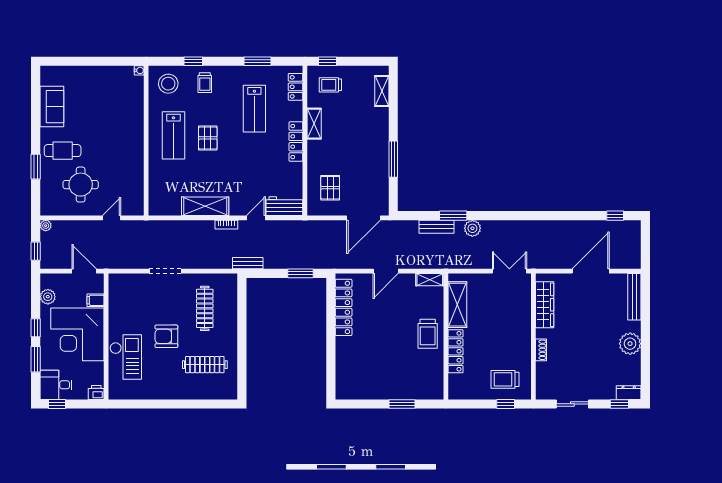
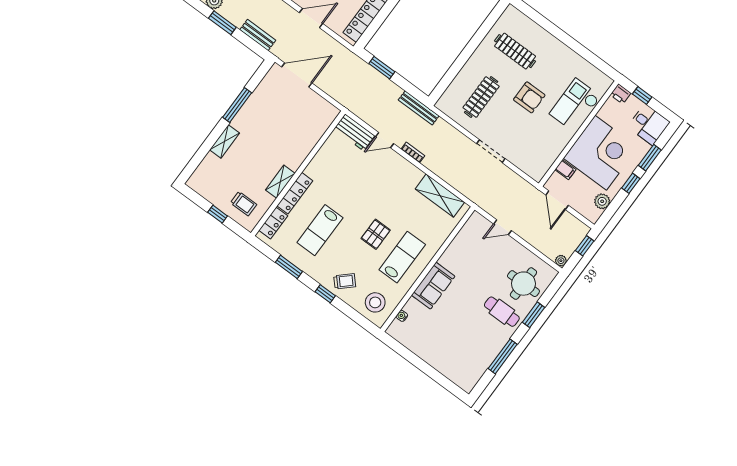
window: (193, 61) -> (325, 294), moved
window: (328, 61) -> (218, 214), moved
water cooler: (139, 70) -> (402, 316), moved
trolley: (205, 83) -> (345, 281), turned 47
shelving: (382, 91) -> (225, 141), moved
sofa: (52, 107) -> (433, 286), moved, turned 180
lab bench: (254, 109) -> (320, 230), turned 180
window: (36, 116) -> (503, 356), added
locker: (296, 142) -> (295, 193), moved
round table: (81, 185) -> (523, 284), moved
pallet: (330, 188) -> (306, 120), removed
shelving: (205, 206) -> (440, 196), moved
bench: (436, 227) -> (258, 35), moved
bench: (248, 263) -> (419, 108), width x1.36
window: (57, 404) -> (642, 95), moved

